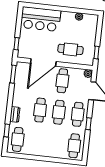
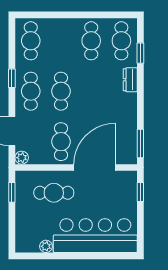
bar counter: (41, 19) -> (95, 236), width x1.36
cafe table: (40, 110) -> (91, 41), moved

